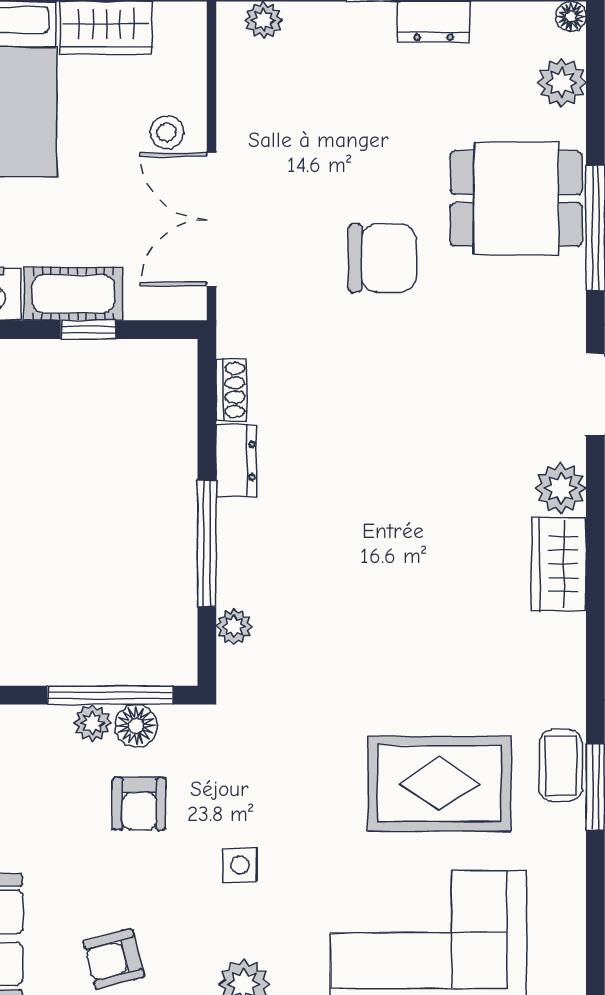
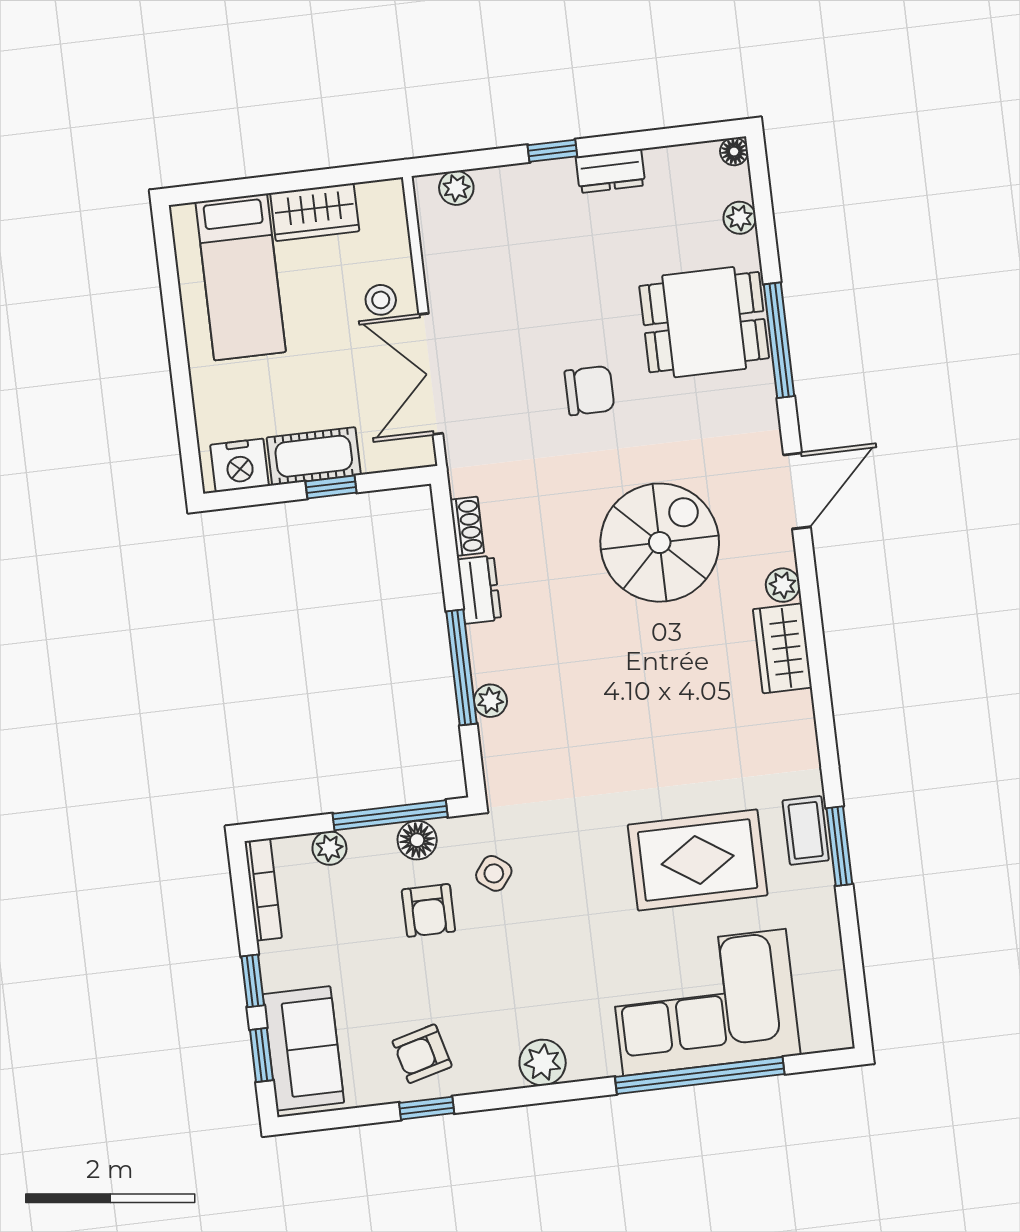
plant: (562, 83) -> (740, 218), width x0.73, depth x0.73
chair: (382, 258) -> (589, 391), width x0.73, depth x0.73
spiral stairs: (439, 433) -> (660, 543), added
plant: (561, 488) -> (783, 585), width x0.73, depth x0.73
plant: (234, 627) -> (490, 701), moved
plant: (92, 723) -> (329, 848), moved
side table: (240, 865) -> (494, 873), moved, turned 37

